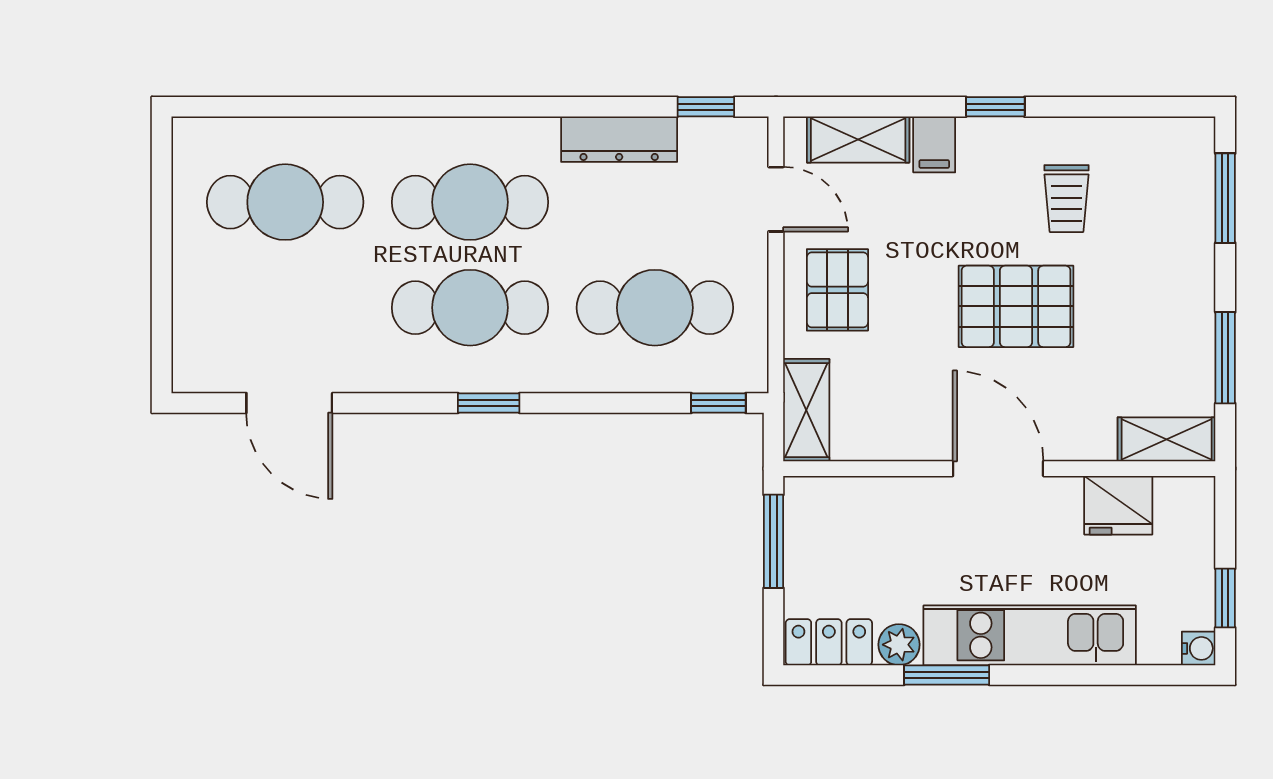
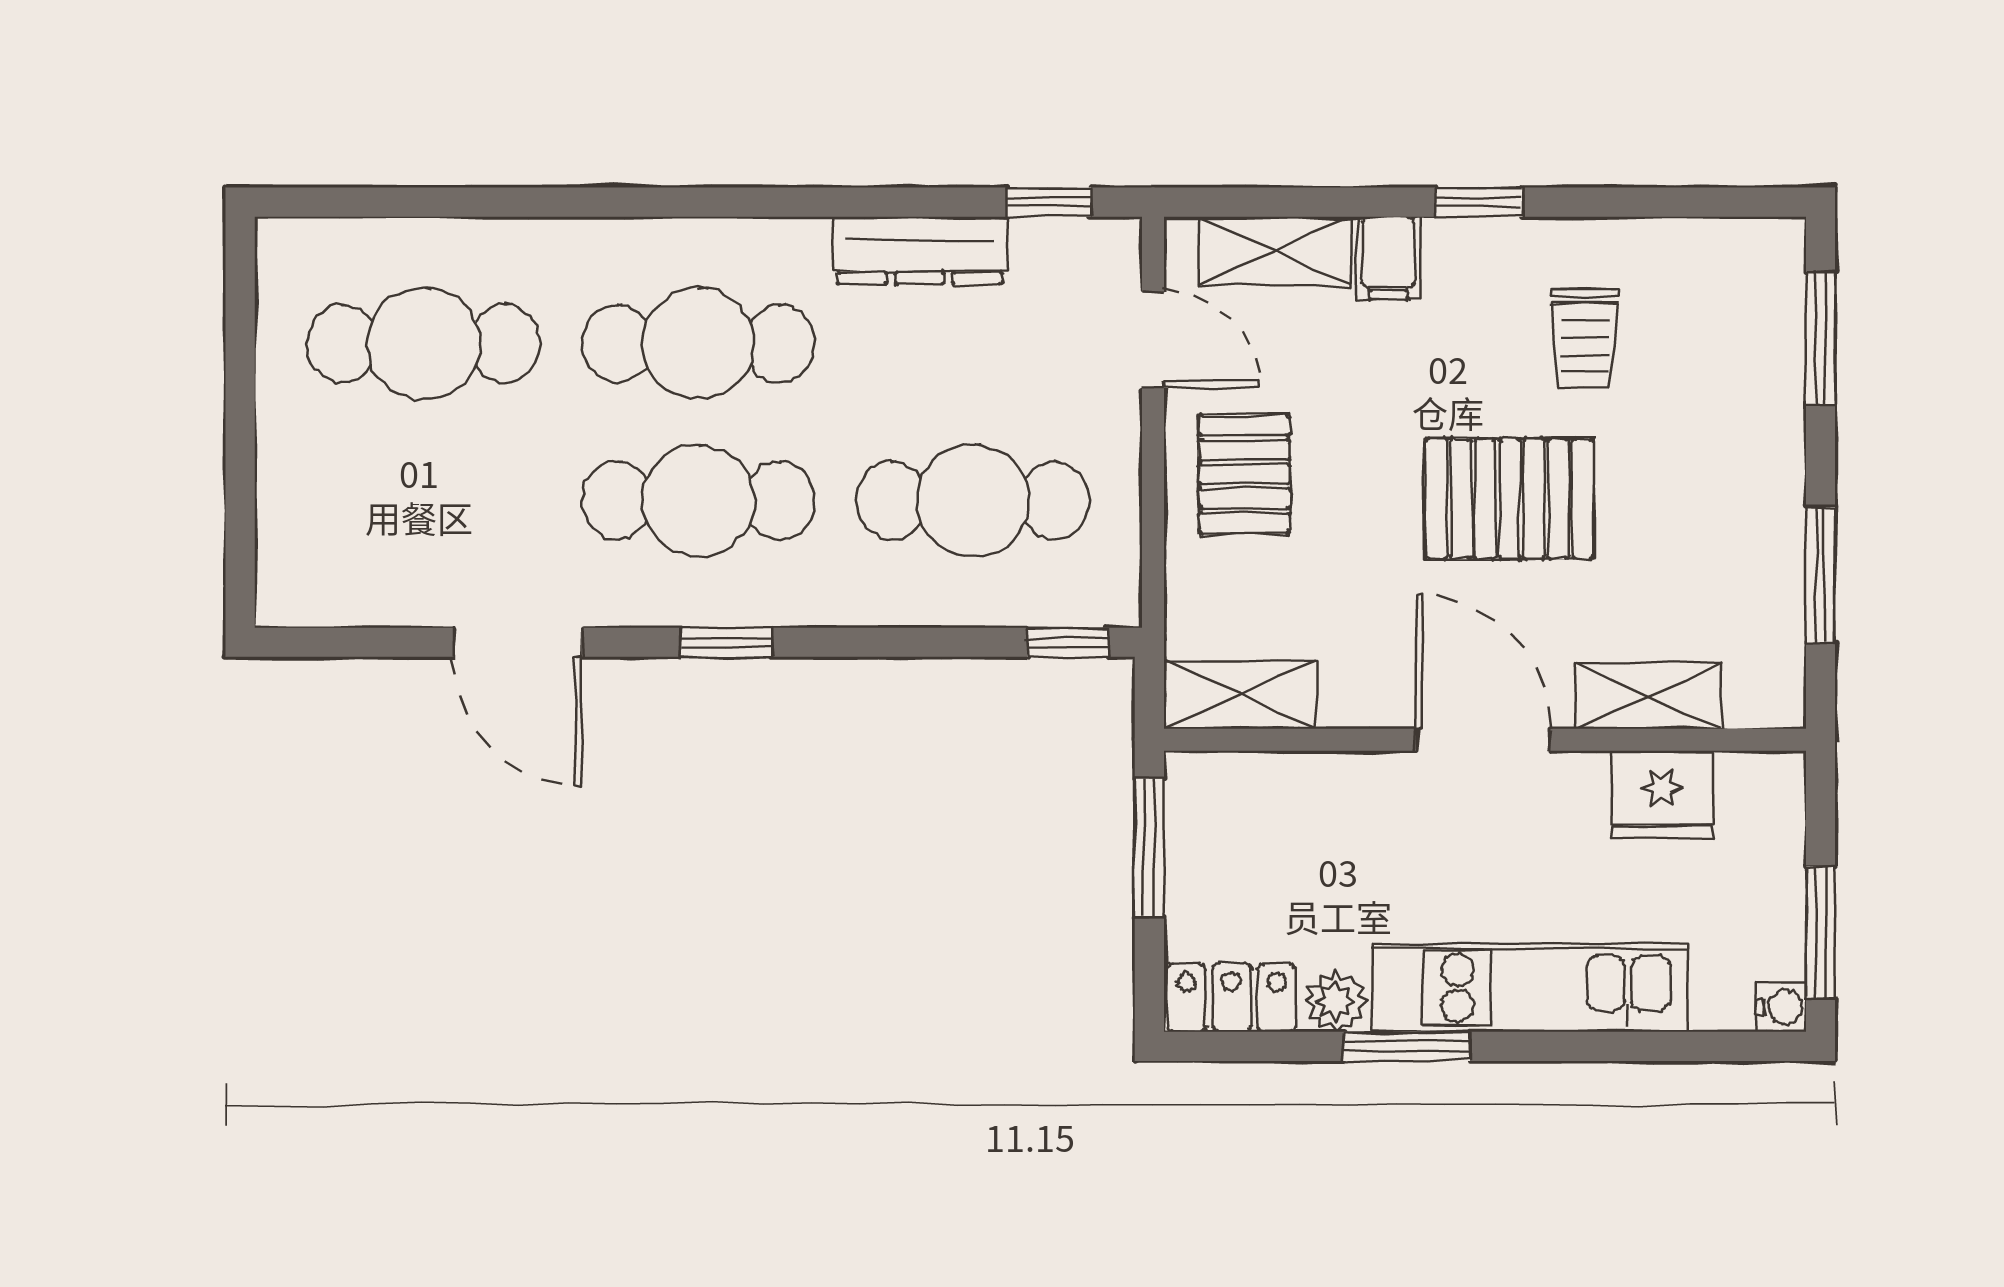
door: (289, 403) -> (518, 642), moved
shelving: (806, 410) -> (1240, 695), moved, turned 90
shelving: (1167, 439) -> (1648, 696), moved
window: (1225, 598) -> (1821, 932), width x1.50

